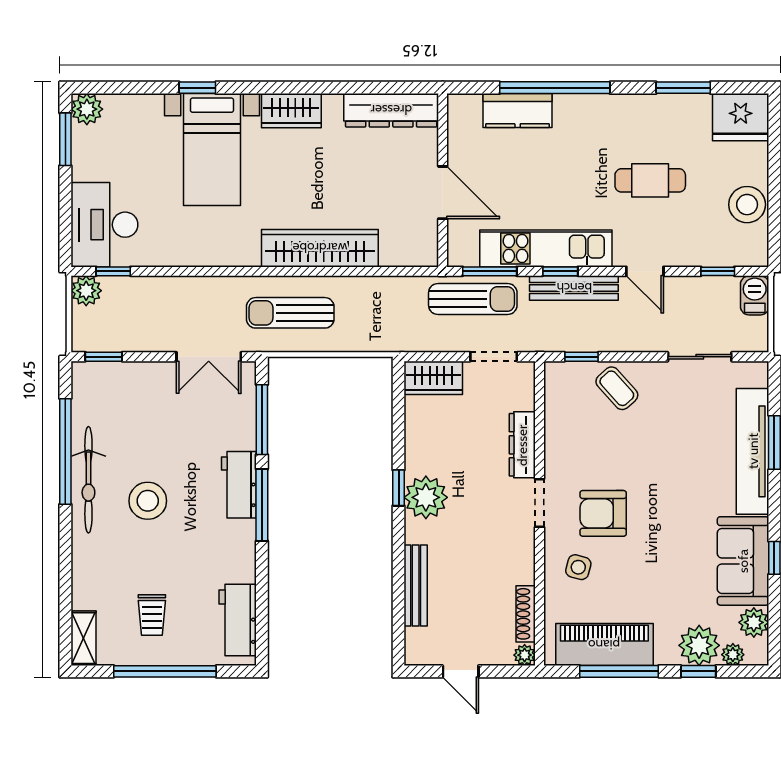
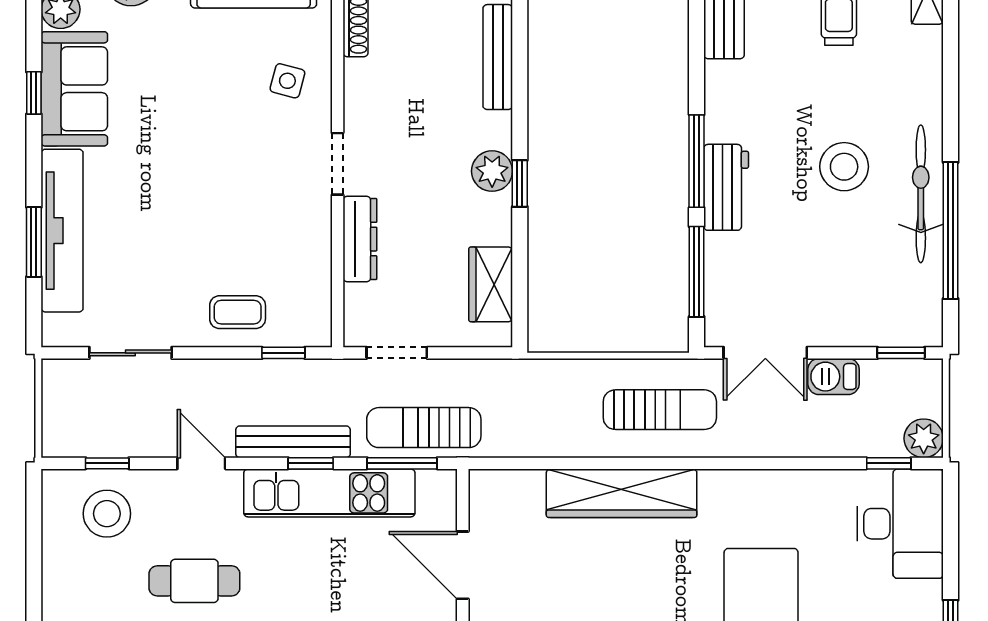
stool: (747, 205) -> (107, 514), moved
barbecue: (755, 295) -> (834, 377), moved, turned 90
double door: (209, 357) -> (765, 353), swing flipped
wardrobe: (433, 378) -> (491, 284), moved, turned -90
coffee table: (617, 388) -> (238, 312), turned -48
plant: (426, 497) -> (492, 171), width x0.73, depth x0.73
armchair: (603, 513) -> (255, 150), removed

